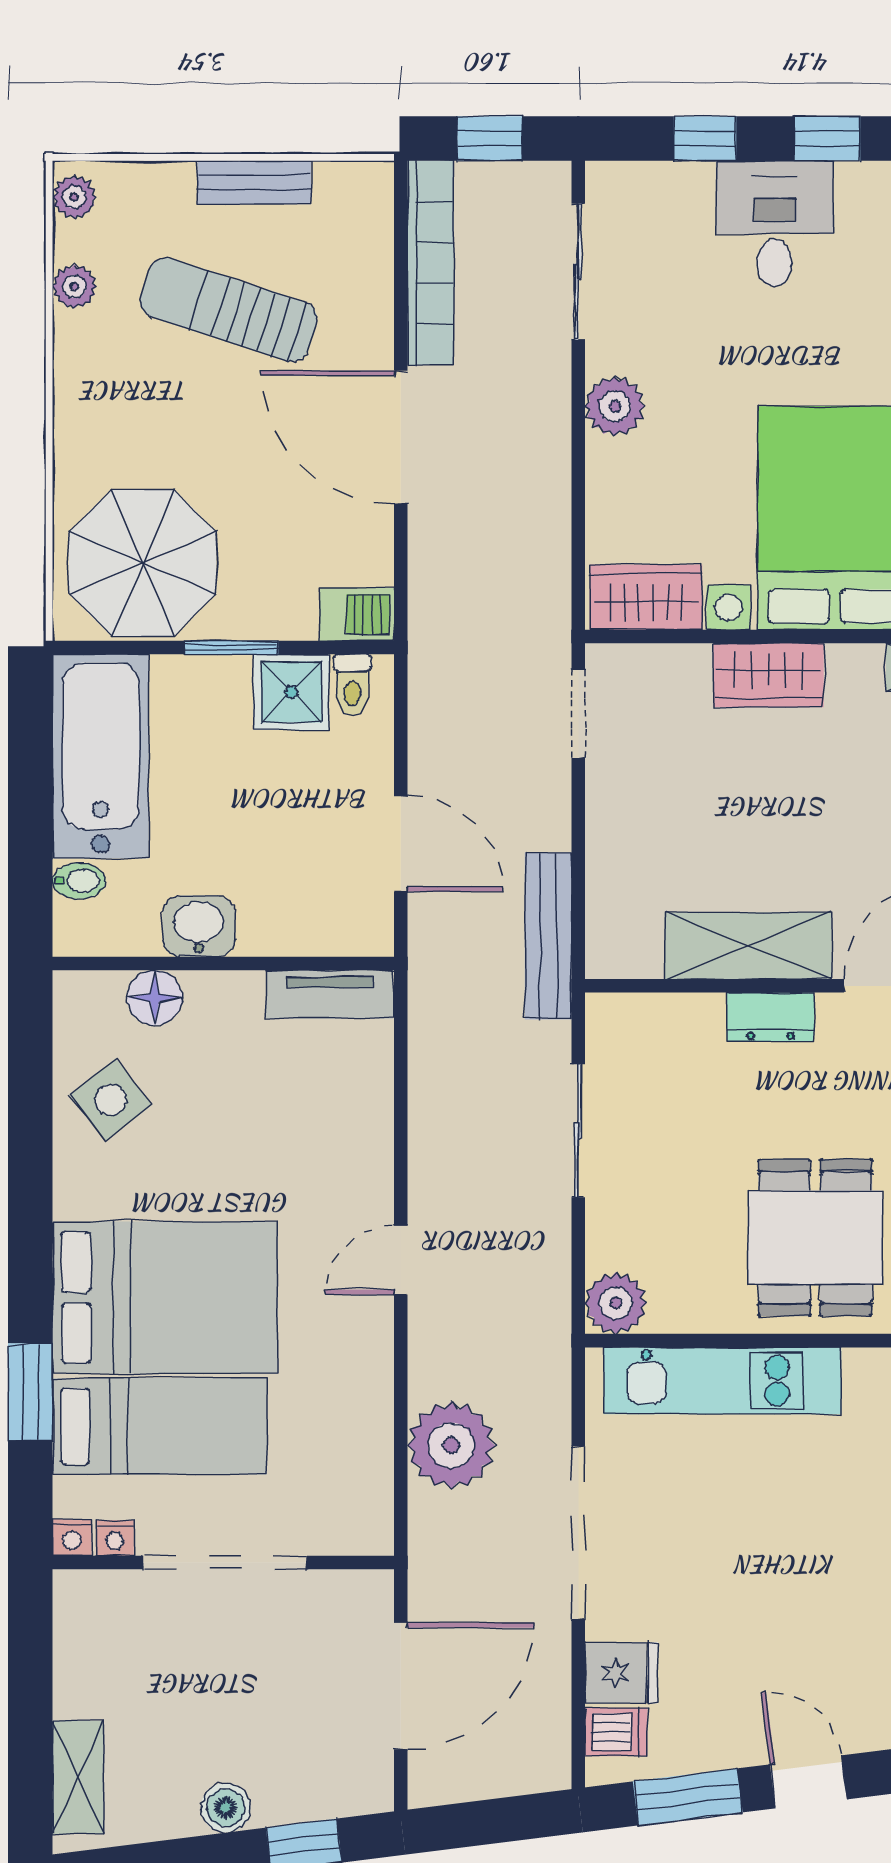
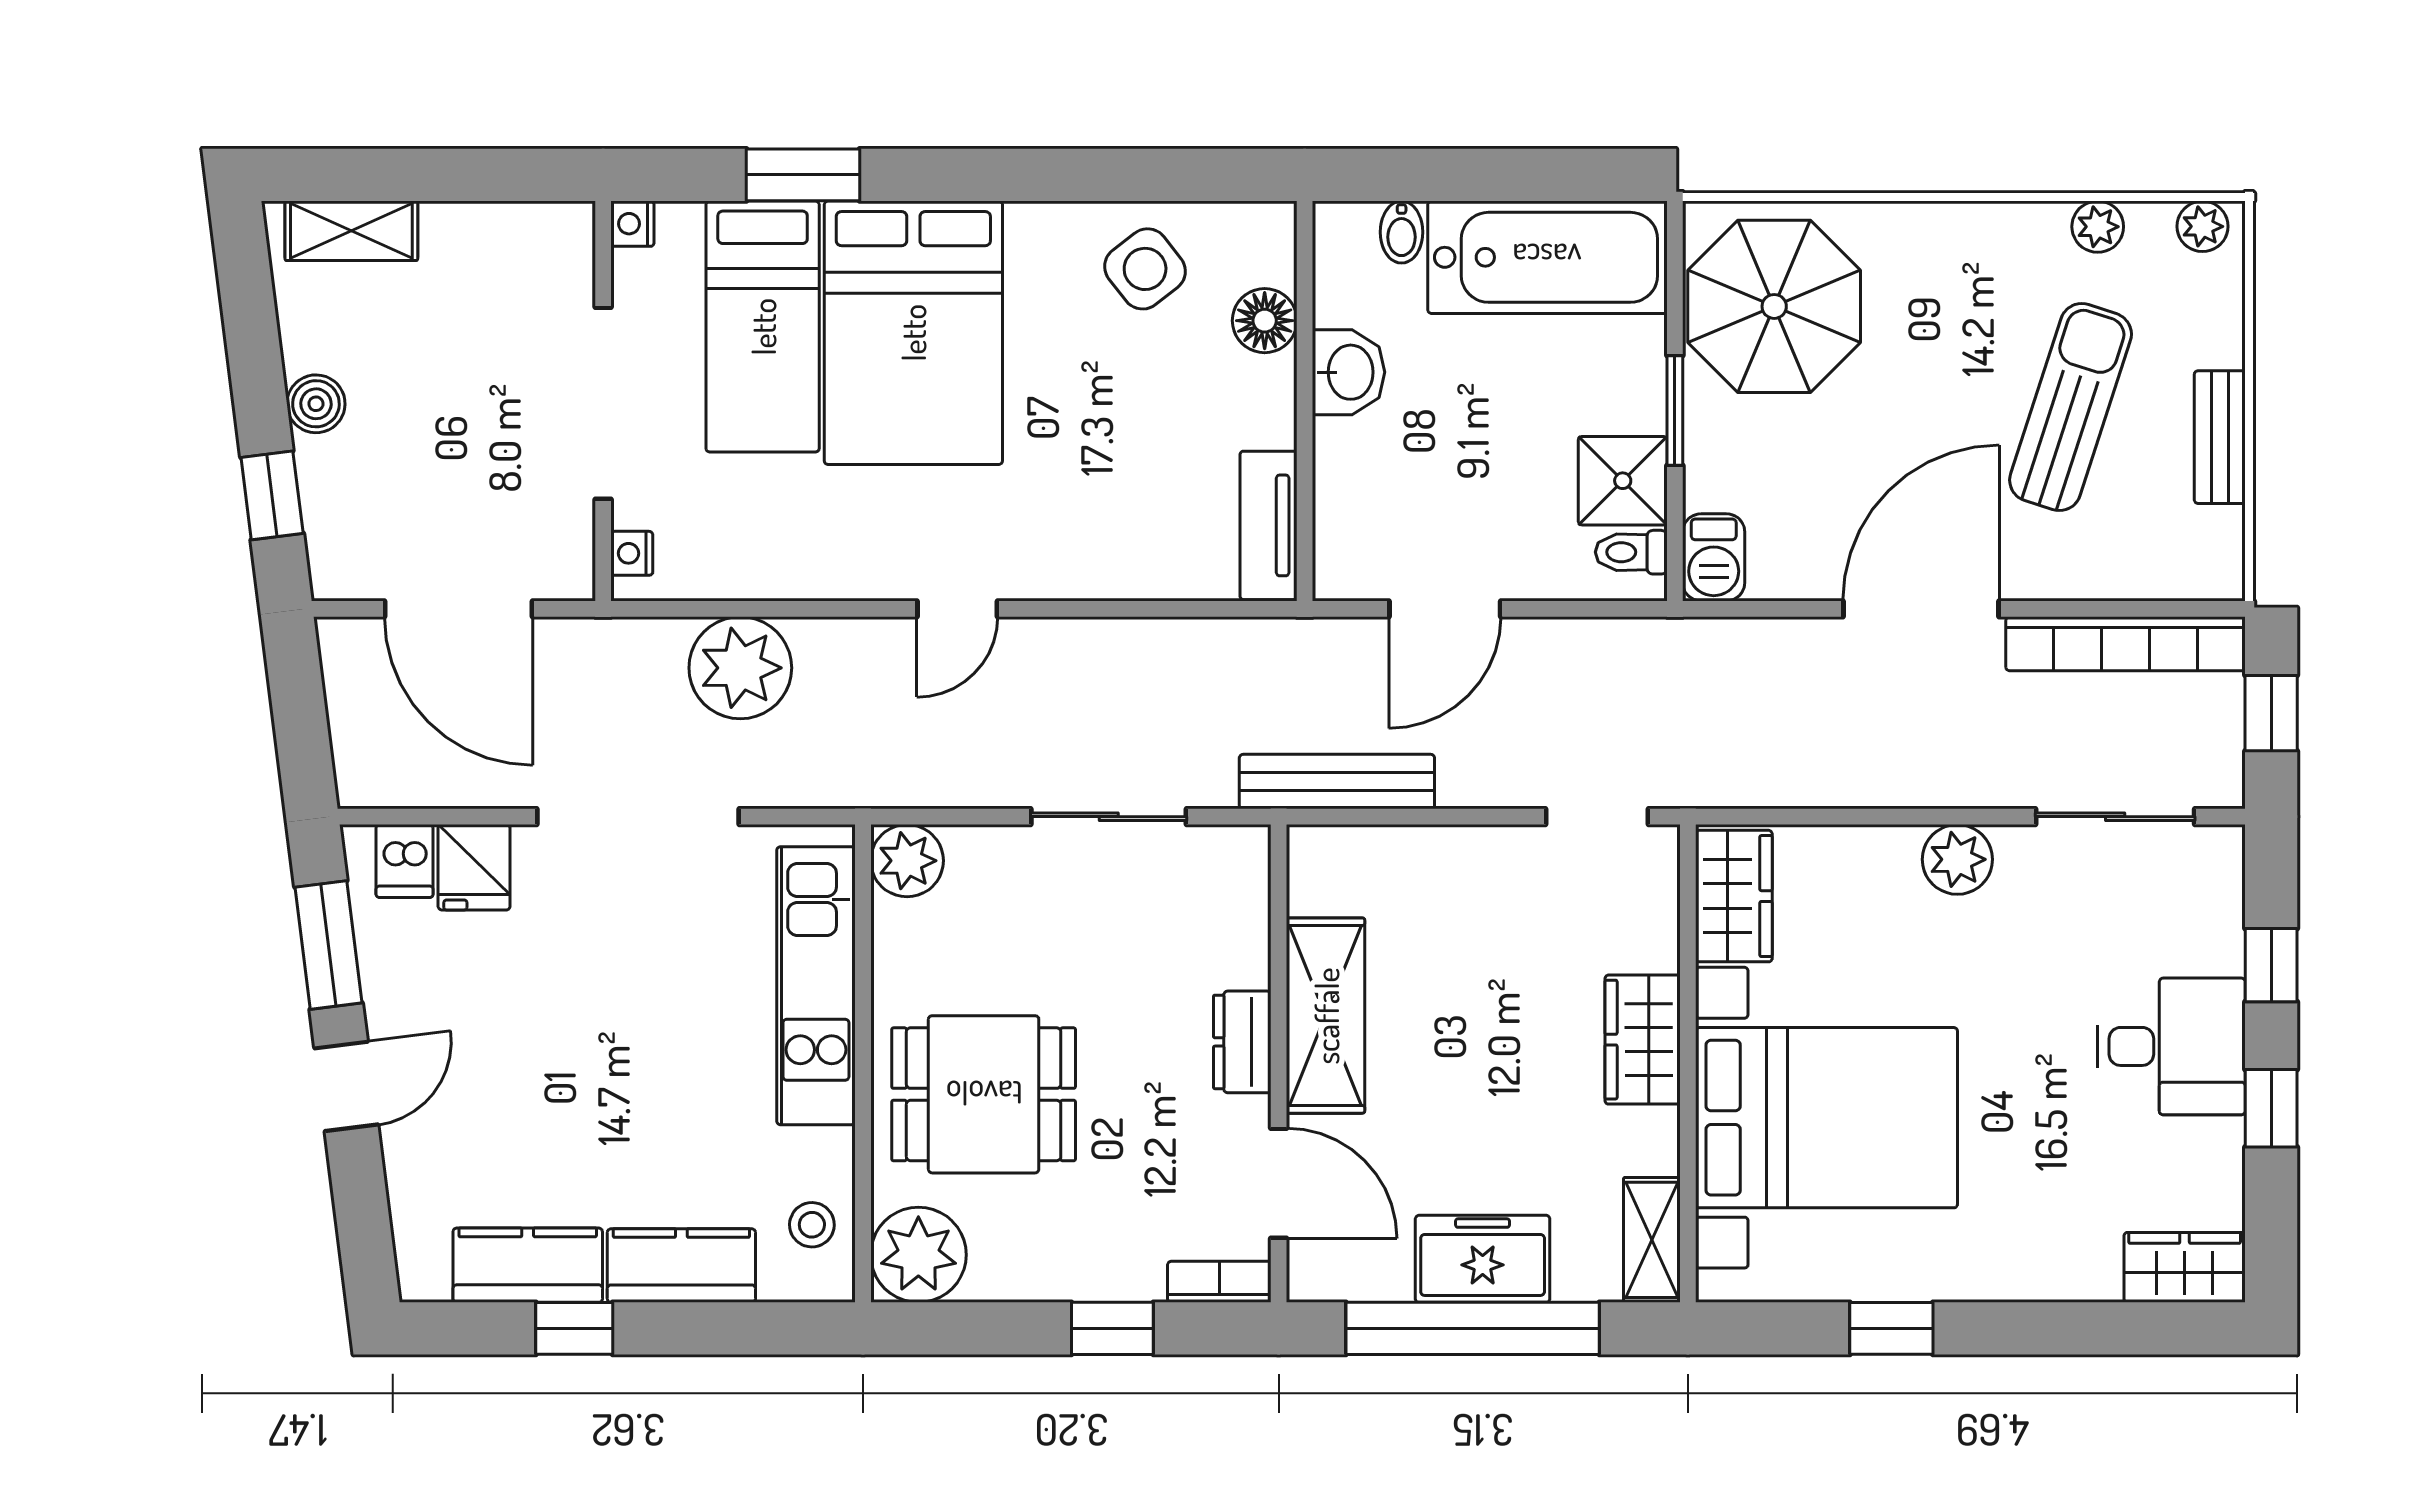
door: (401, 1260) -> (957, 609), swing flipped
nightstand: (115, 1538) -> (632, 553), moved

